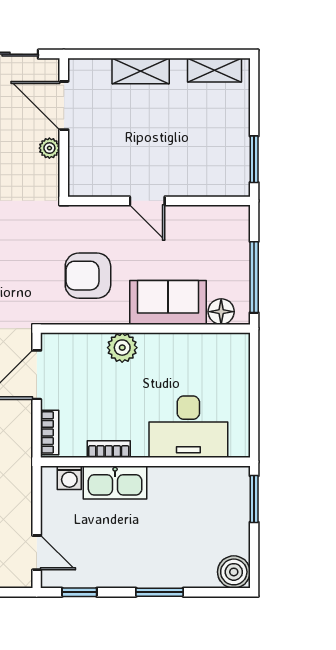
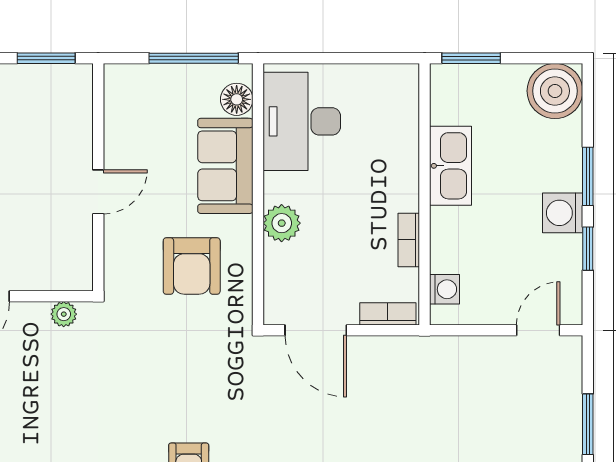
plant: (49, 148) -> (64, 314), moved
desk: (188, 427) -> (302, 121), moved, turned 180
kitchen sink: (115, 483) -> (451, 166), moved
washing machine: (130, 572) -> (563, 213), added
boiler: (234, 572) -> (555, 91), width x1.37, depth x1.37
window: (79, 592) -> (588, 249), moved

